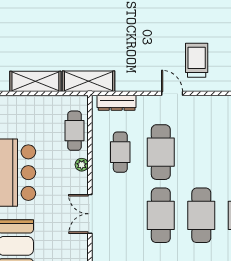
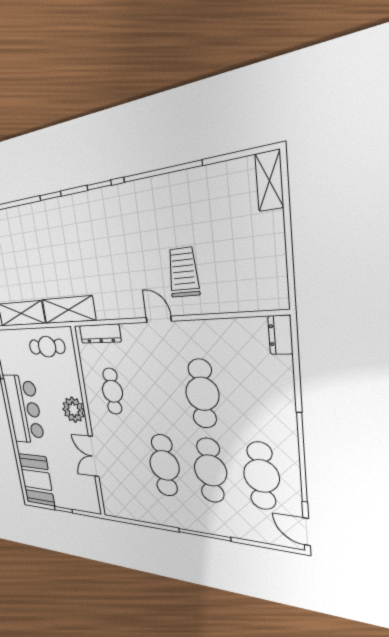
cafe table: (74, 131) -> (47, 347), moved, turned 90
cafe table: (161, 152) -> (202, 394), moved
plant: (82, 165) -> (74, 410), width x1.87, depth x1.87

